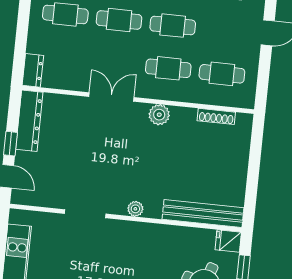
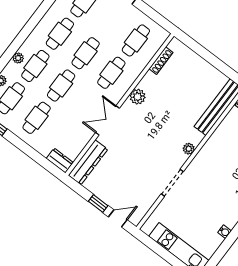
dresser: (29, 121) -> (88, 162), moved, turned 90

